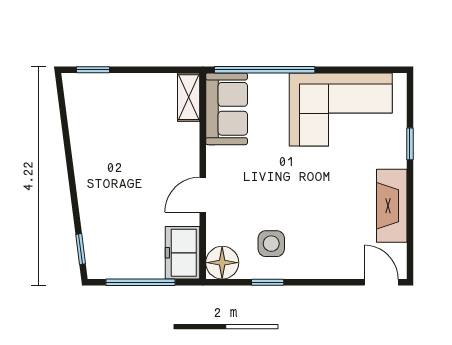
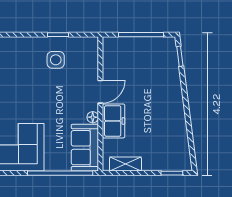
shelving: (189, 97) -> (125, 164), moved, turned 90
freezer: (182, 253) -> (114, 121), moved
floor lamp: (222, 263) -> (93, 117), moved, width x0.53, depth x0.53

